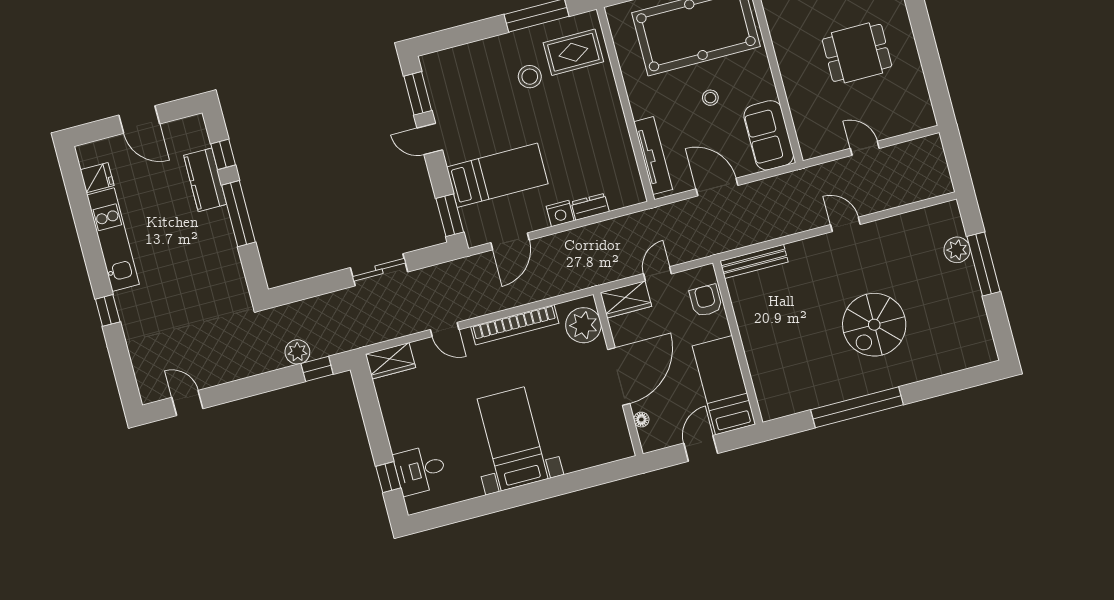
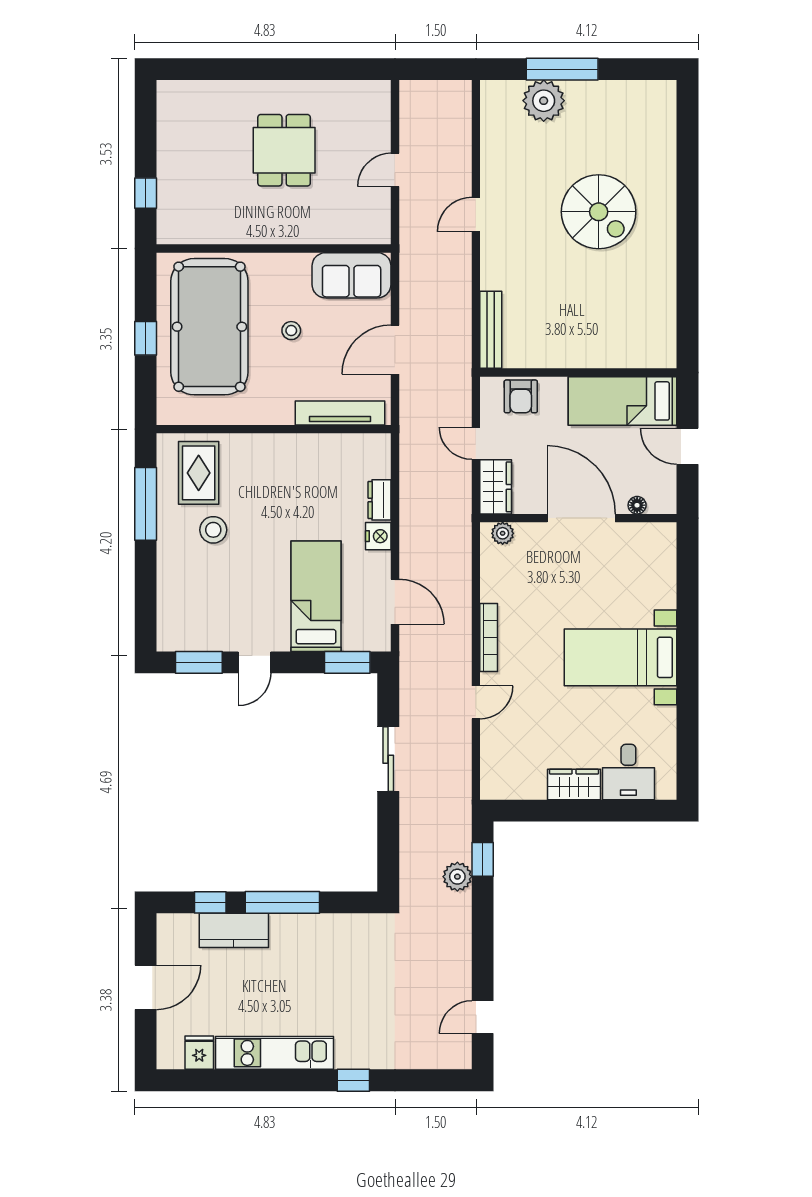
plant: (957, 250) -> (544, 101), width x1.36, depth x1.36
armchair: (706, 301) -> (521, 396), turned -90
bookcase: (515, 325) -> (489, 638), width x0.68, depth x0.76
plant: (583, 325) -> (503, 533), width x0.53, depth x0.53
wardrobe: (391, 361) -> (574, 785), moved, turned -90
window: (857, 407) -> (688, 256), removed
window: (388, 477) -> (627, 811), removed

